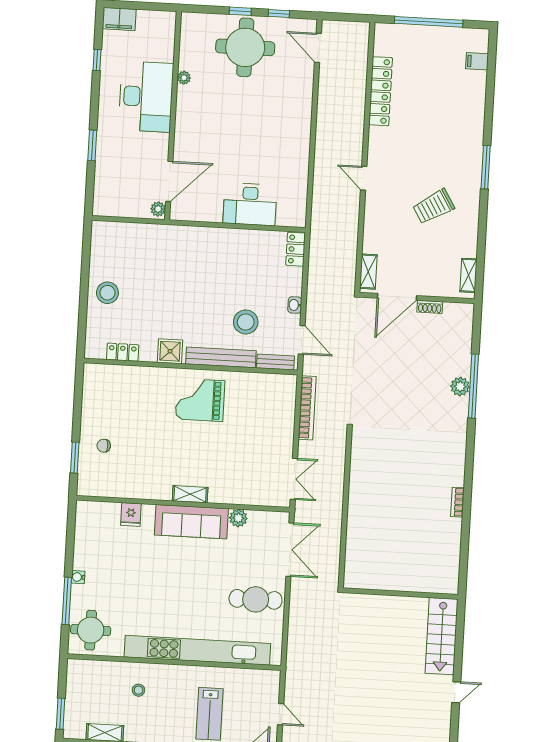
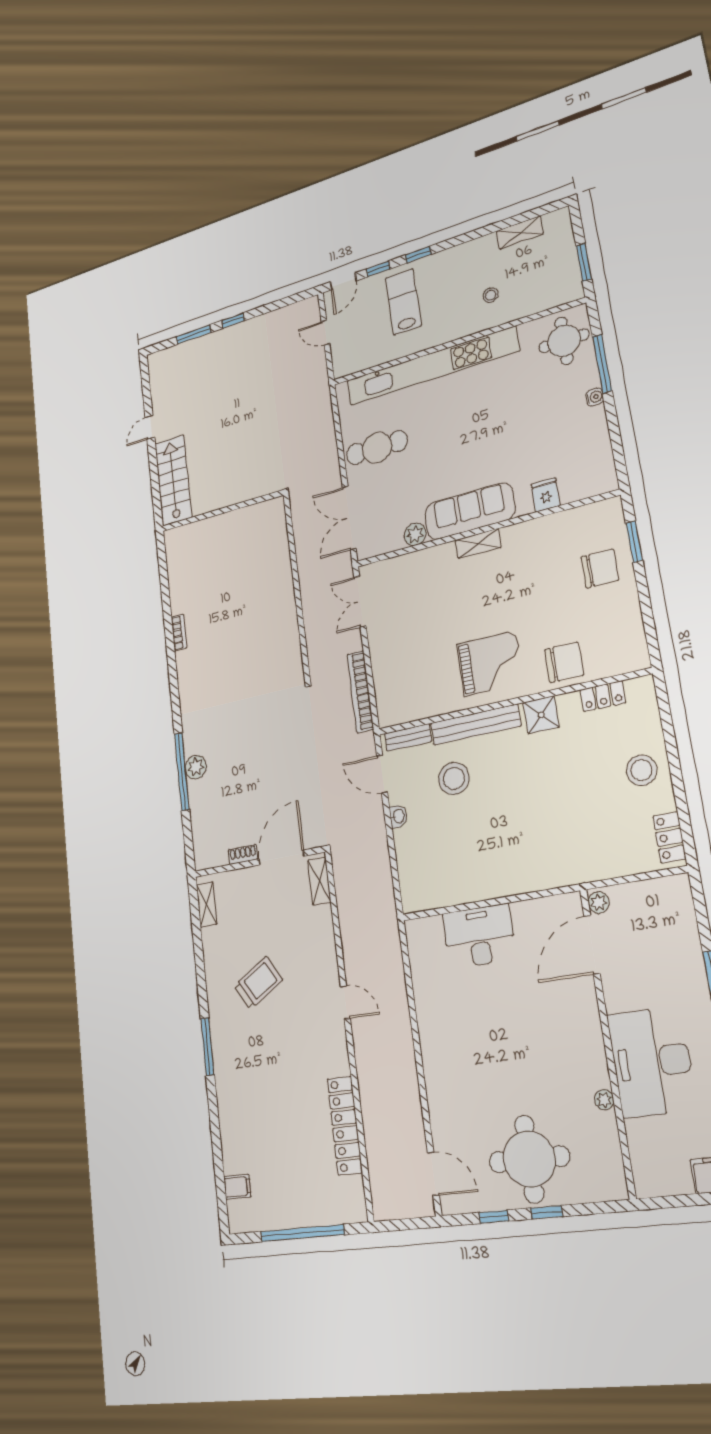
locker: (296, 249) -> (669, 837), moved, turned 180
chair: (145, 385) -> (564, 662), added
chair: (104, 446) -> (600, 569), width x1.87, depth x1.87
window: (60, 714) -> (584, 262), moved

